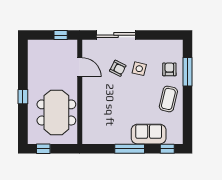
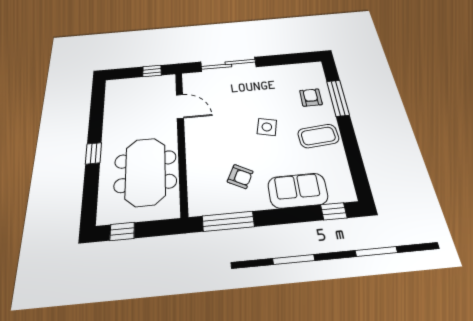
armchair: (118, 68) -> (240, 177), moved
side table: (139, 69) -> (267, 127), moved
coffee table: (168, 99) -> (318, 136), turned 72
window: (130, 149) -> (228, 221), moved

